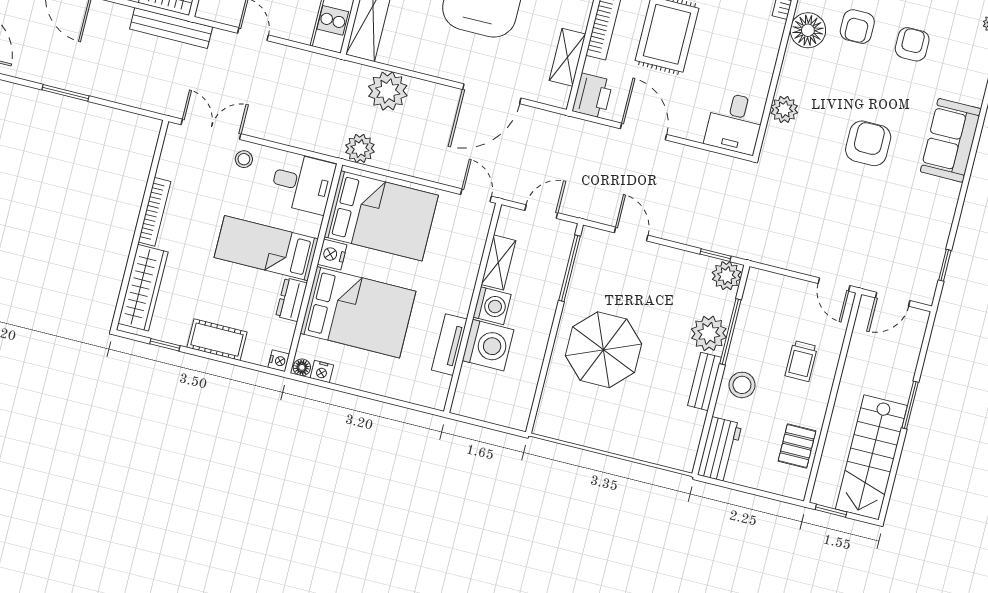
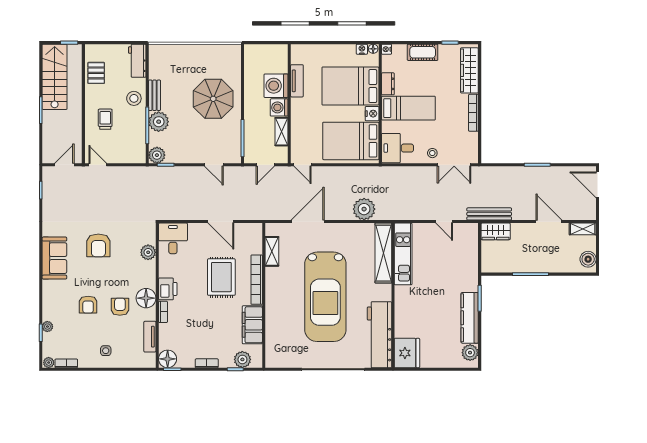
printer: (592, 96) -> (168, 289), moved, turned 180
plant: (360, 148) -> (371, 174), removed

